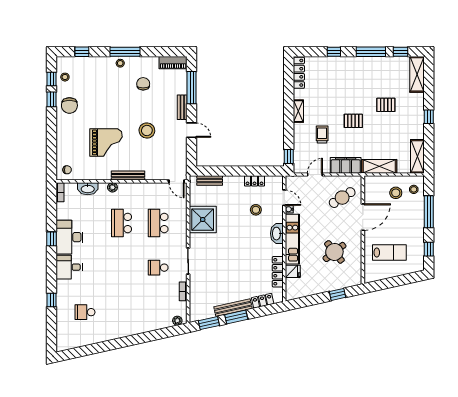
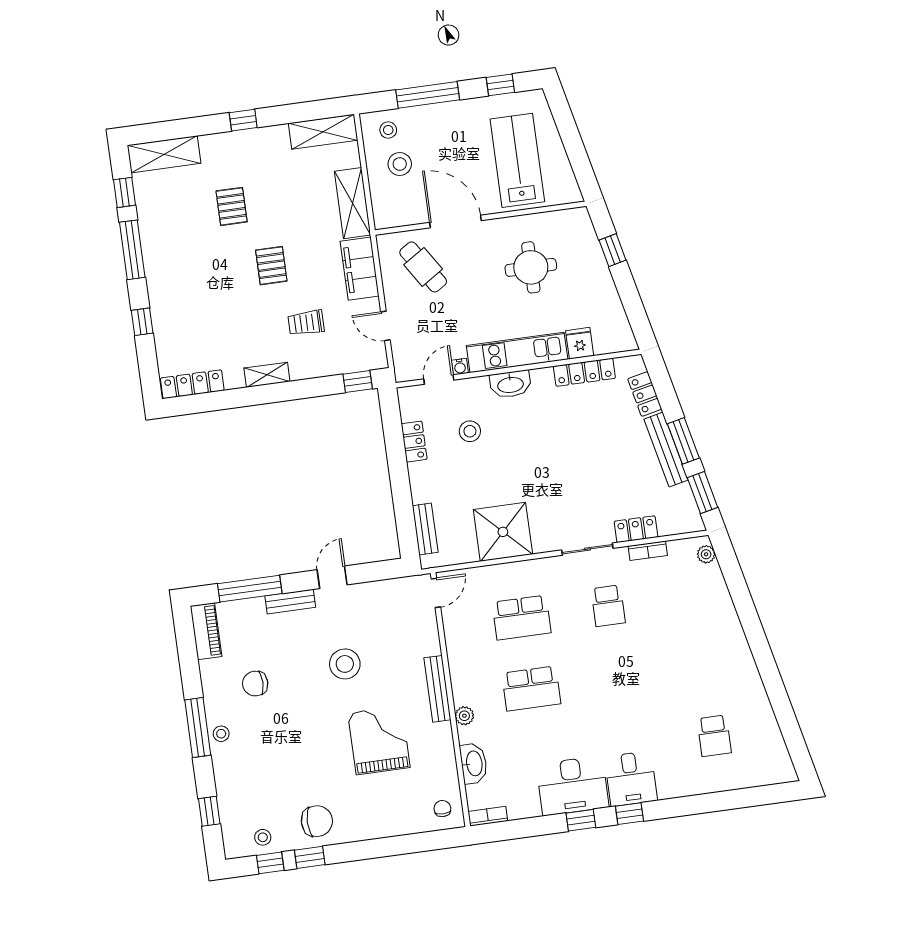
round table: (334, 252) -> (531, 267), turned 38
lab bench: (389, 253) -> (517, 160), width x1.36, depth x1.39
locker: (195, 287) -> (636, 529), added
window: (52, 300) -> (629, 814), moved

